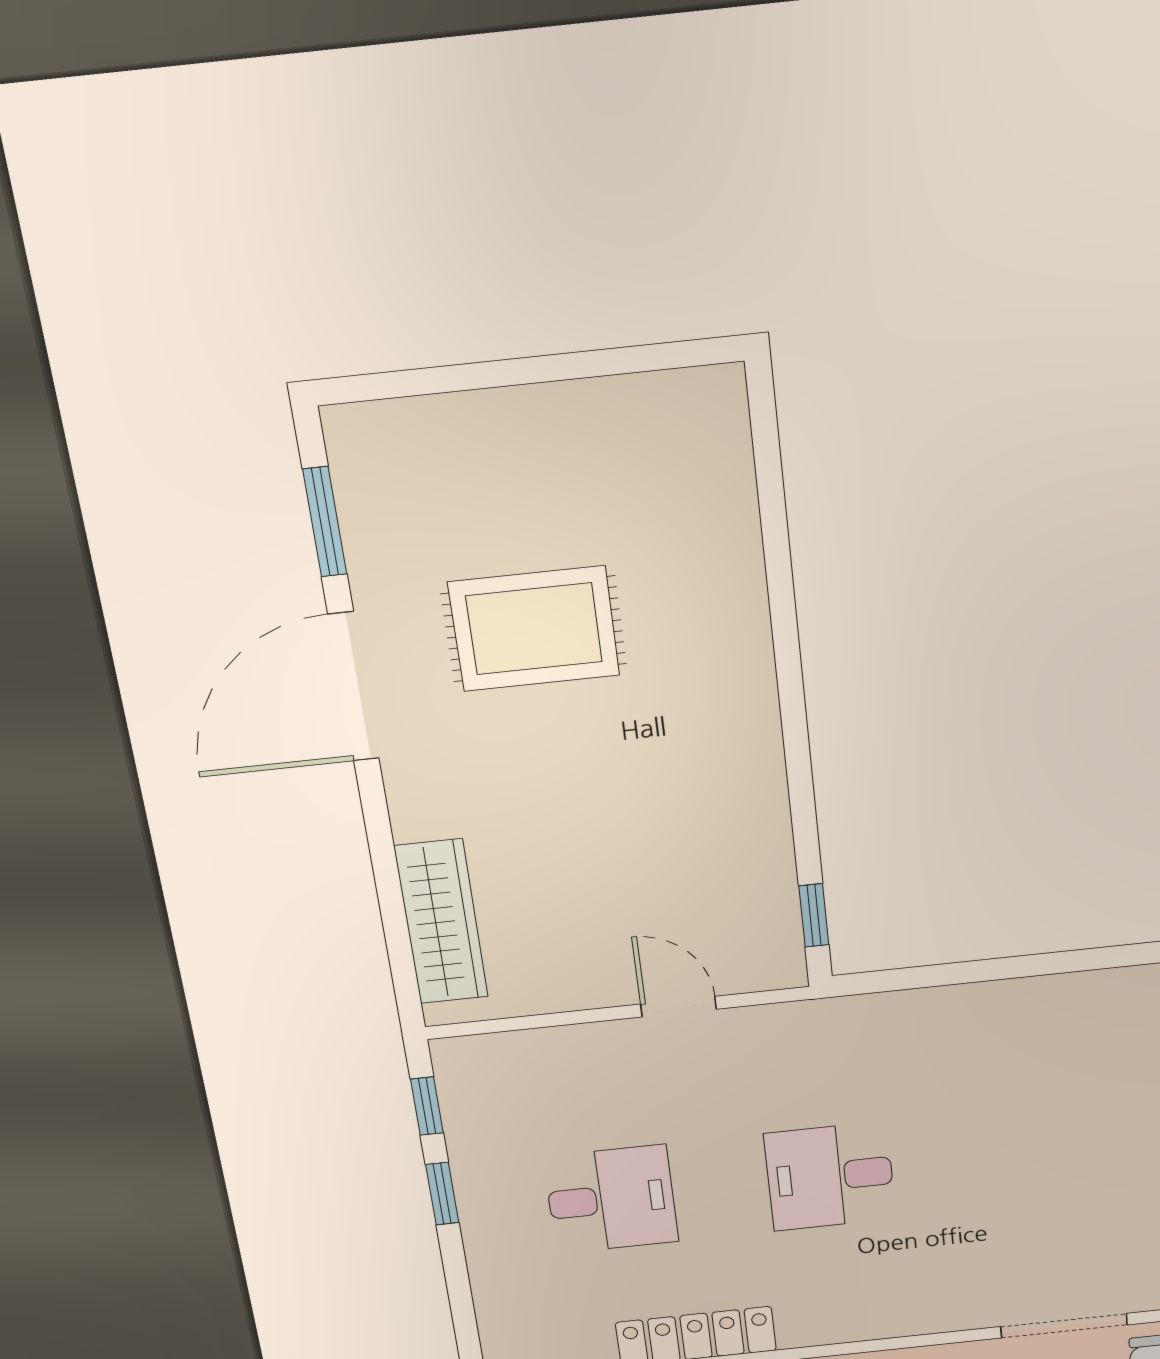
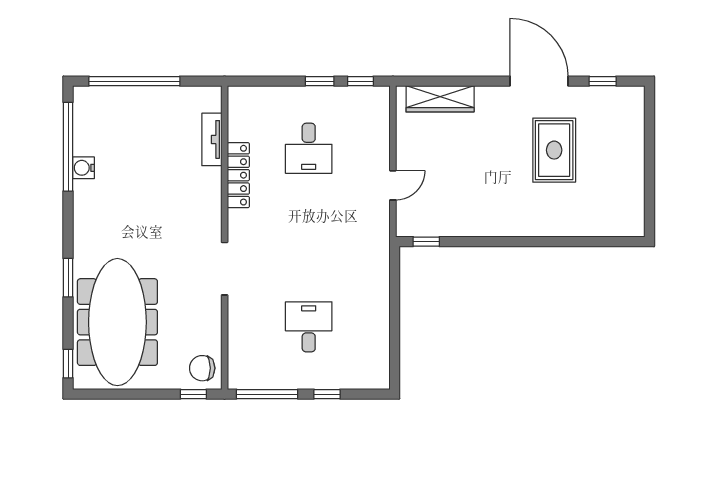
window: (325, 522) -> (603, 81), width x0.67
desk: (830, 1176) -> (309, 327), moved
doorway: (1064, 1326) -> (225, 269), moved

